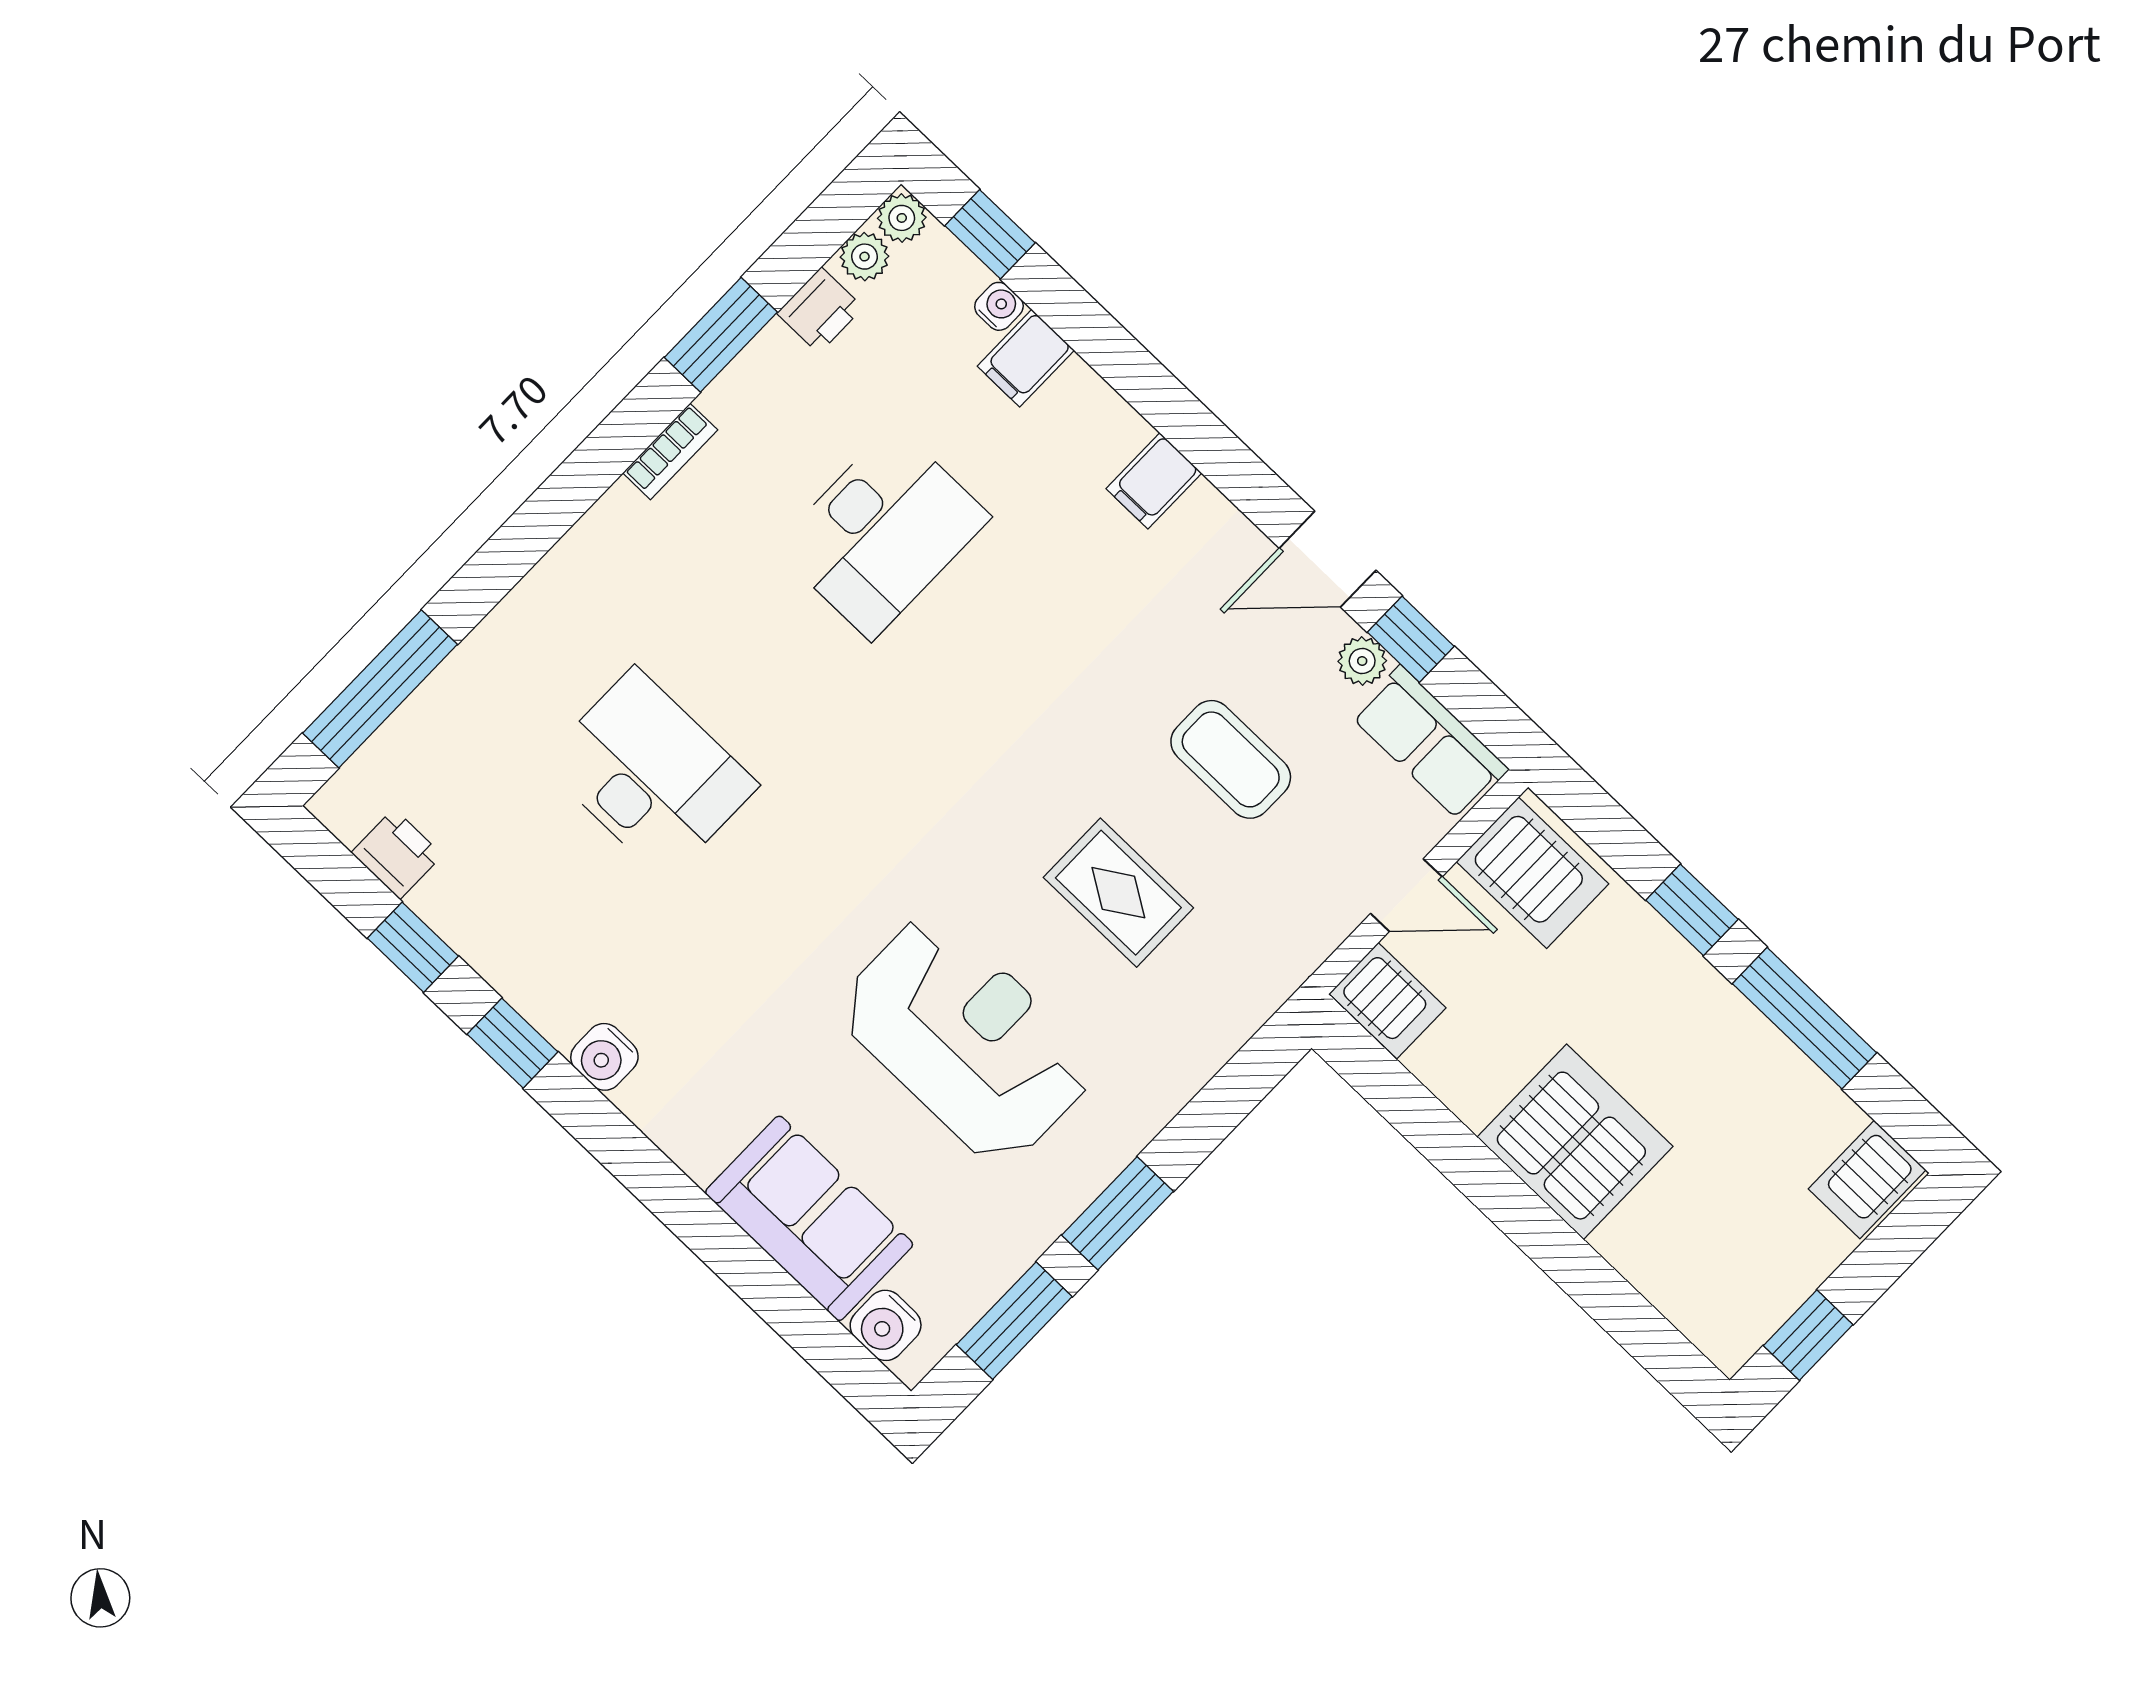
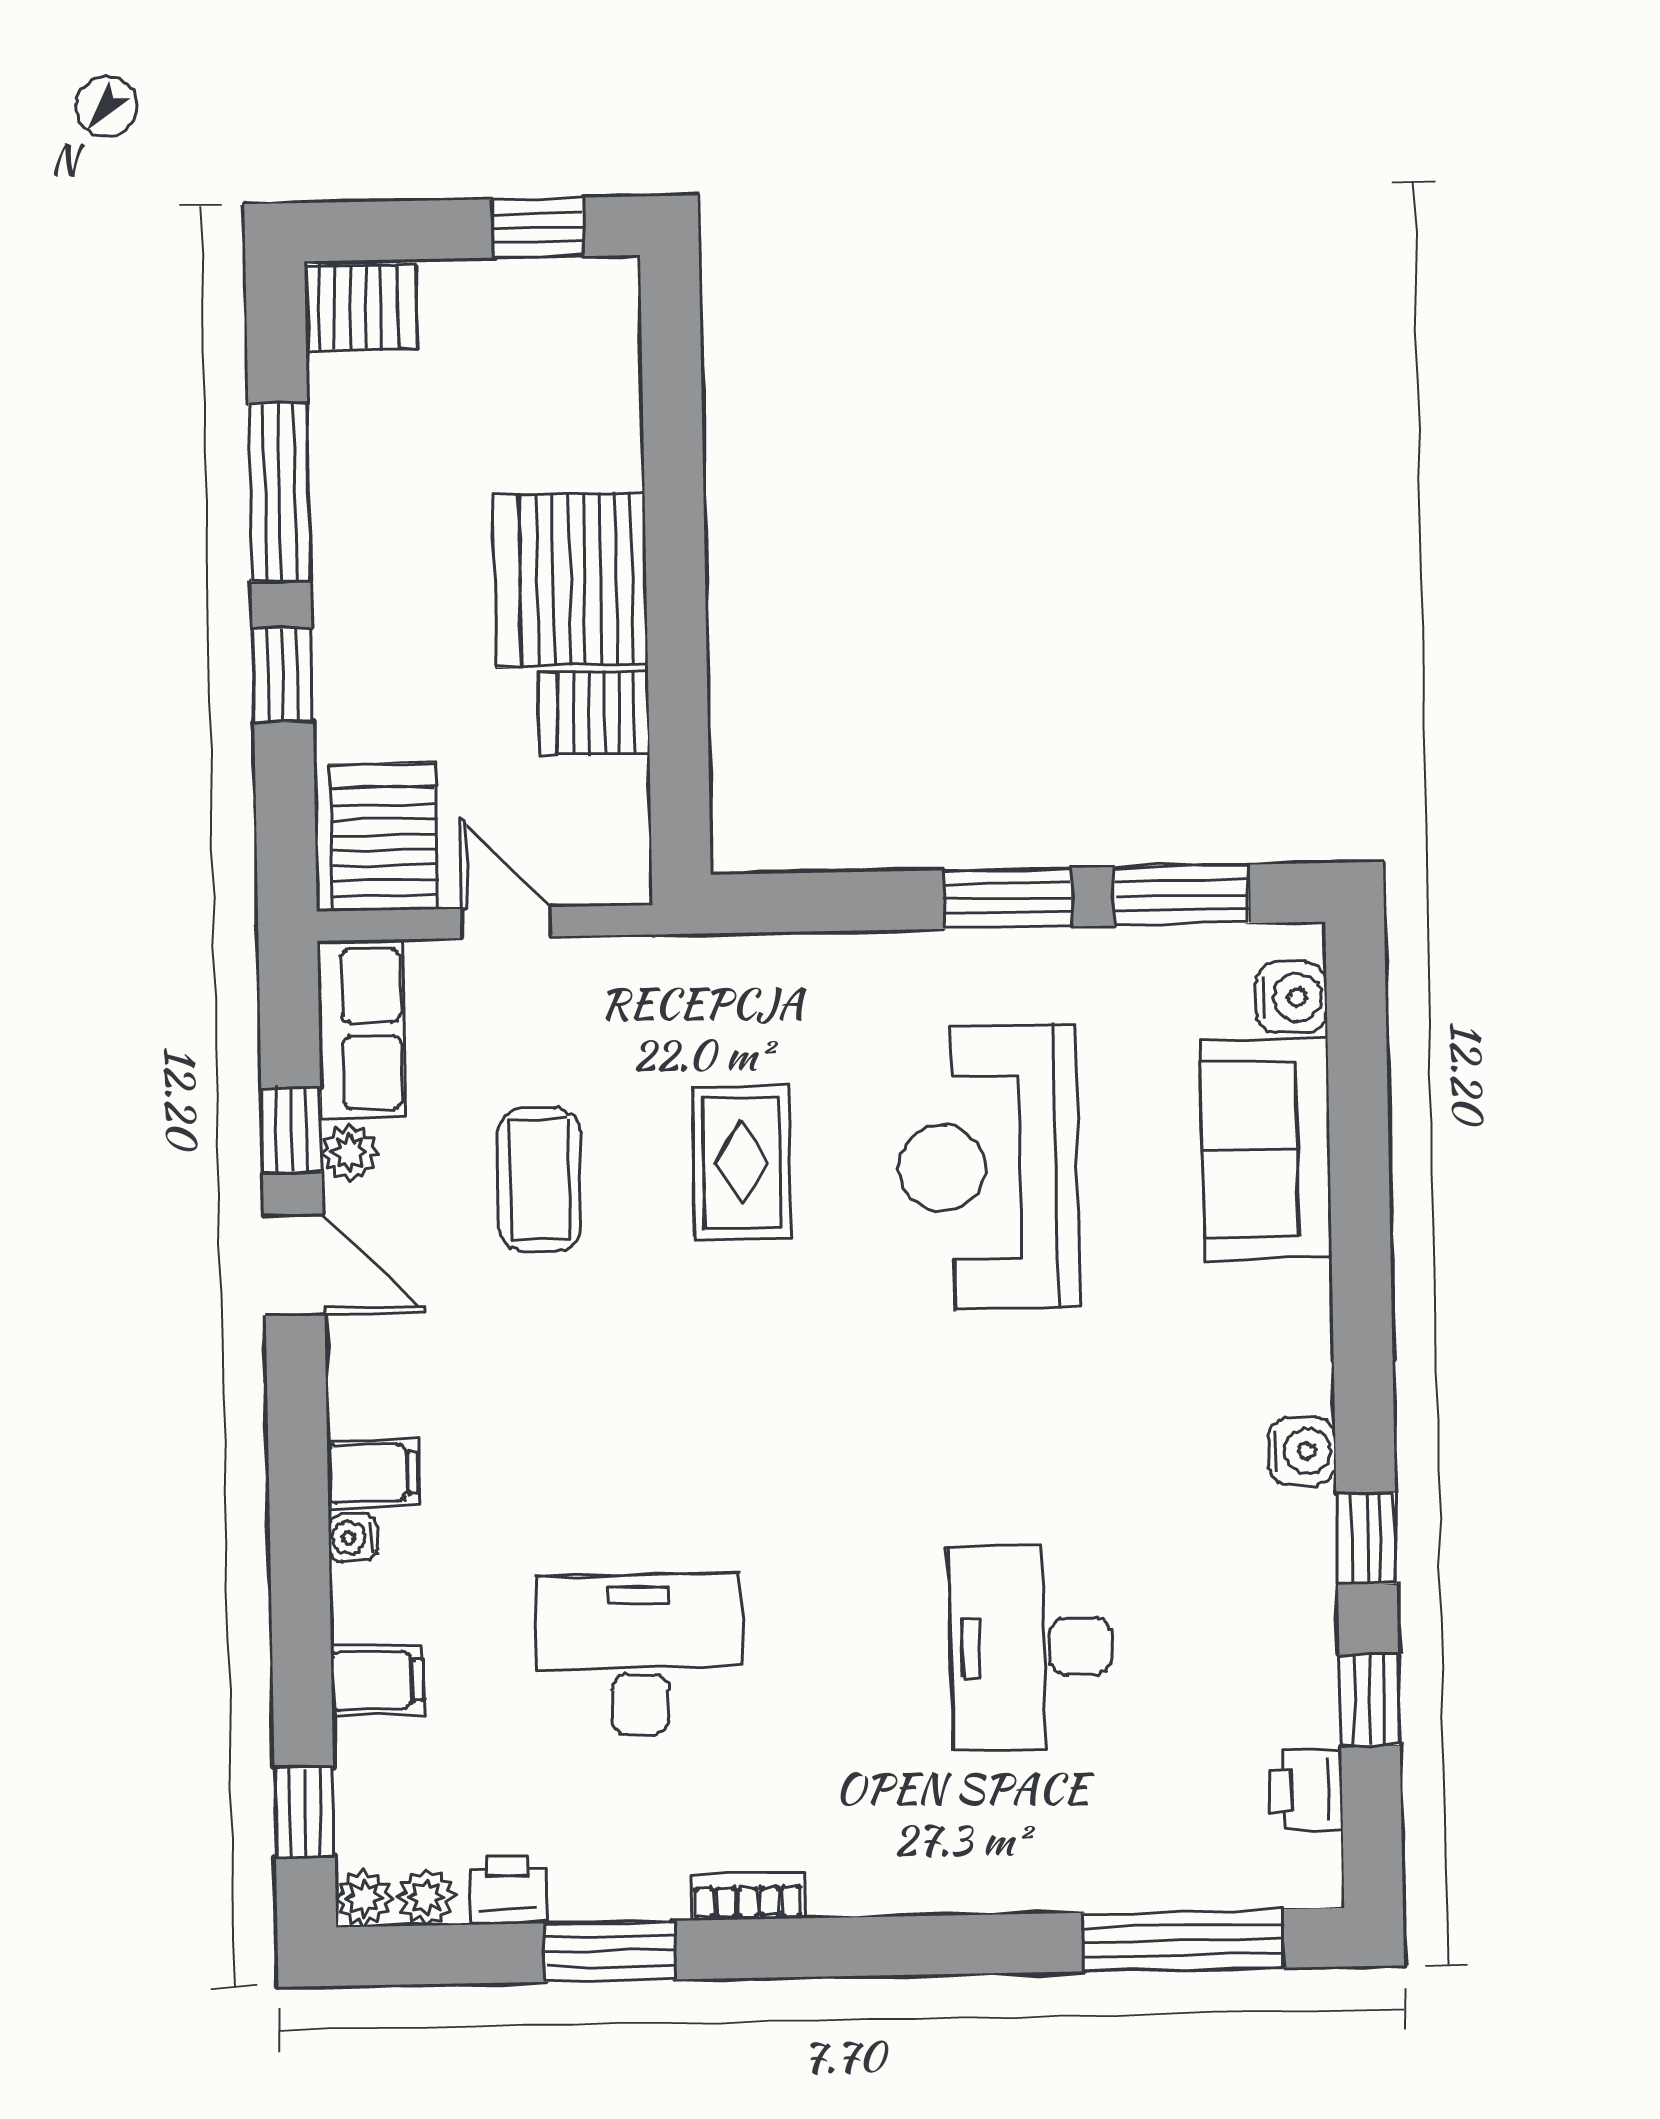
water cooler: (999, 306) -> (353, 1537), moved
server rack: (1388, 1001) -> (594, 713), moved, turned -90

